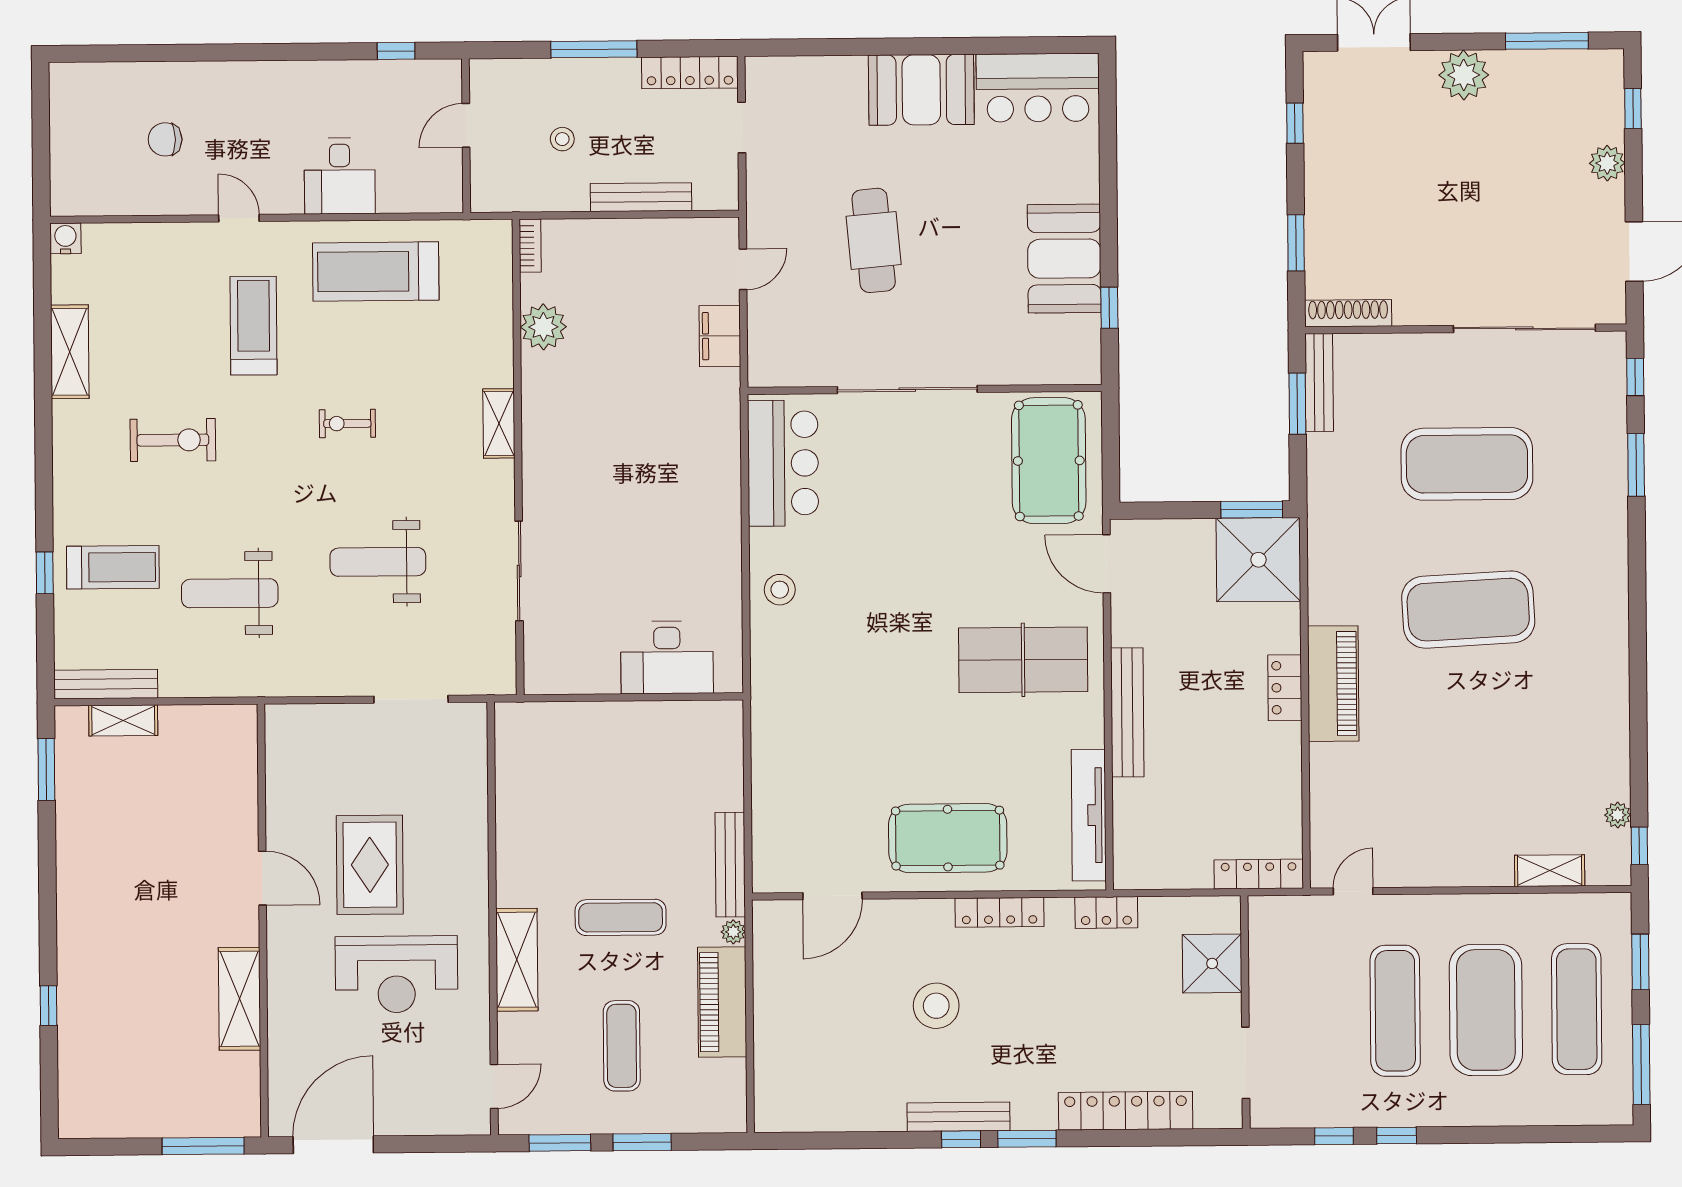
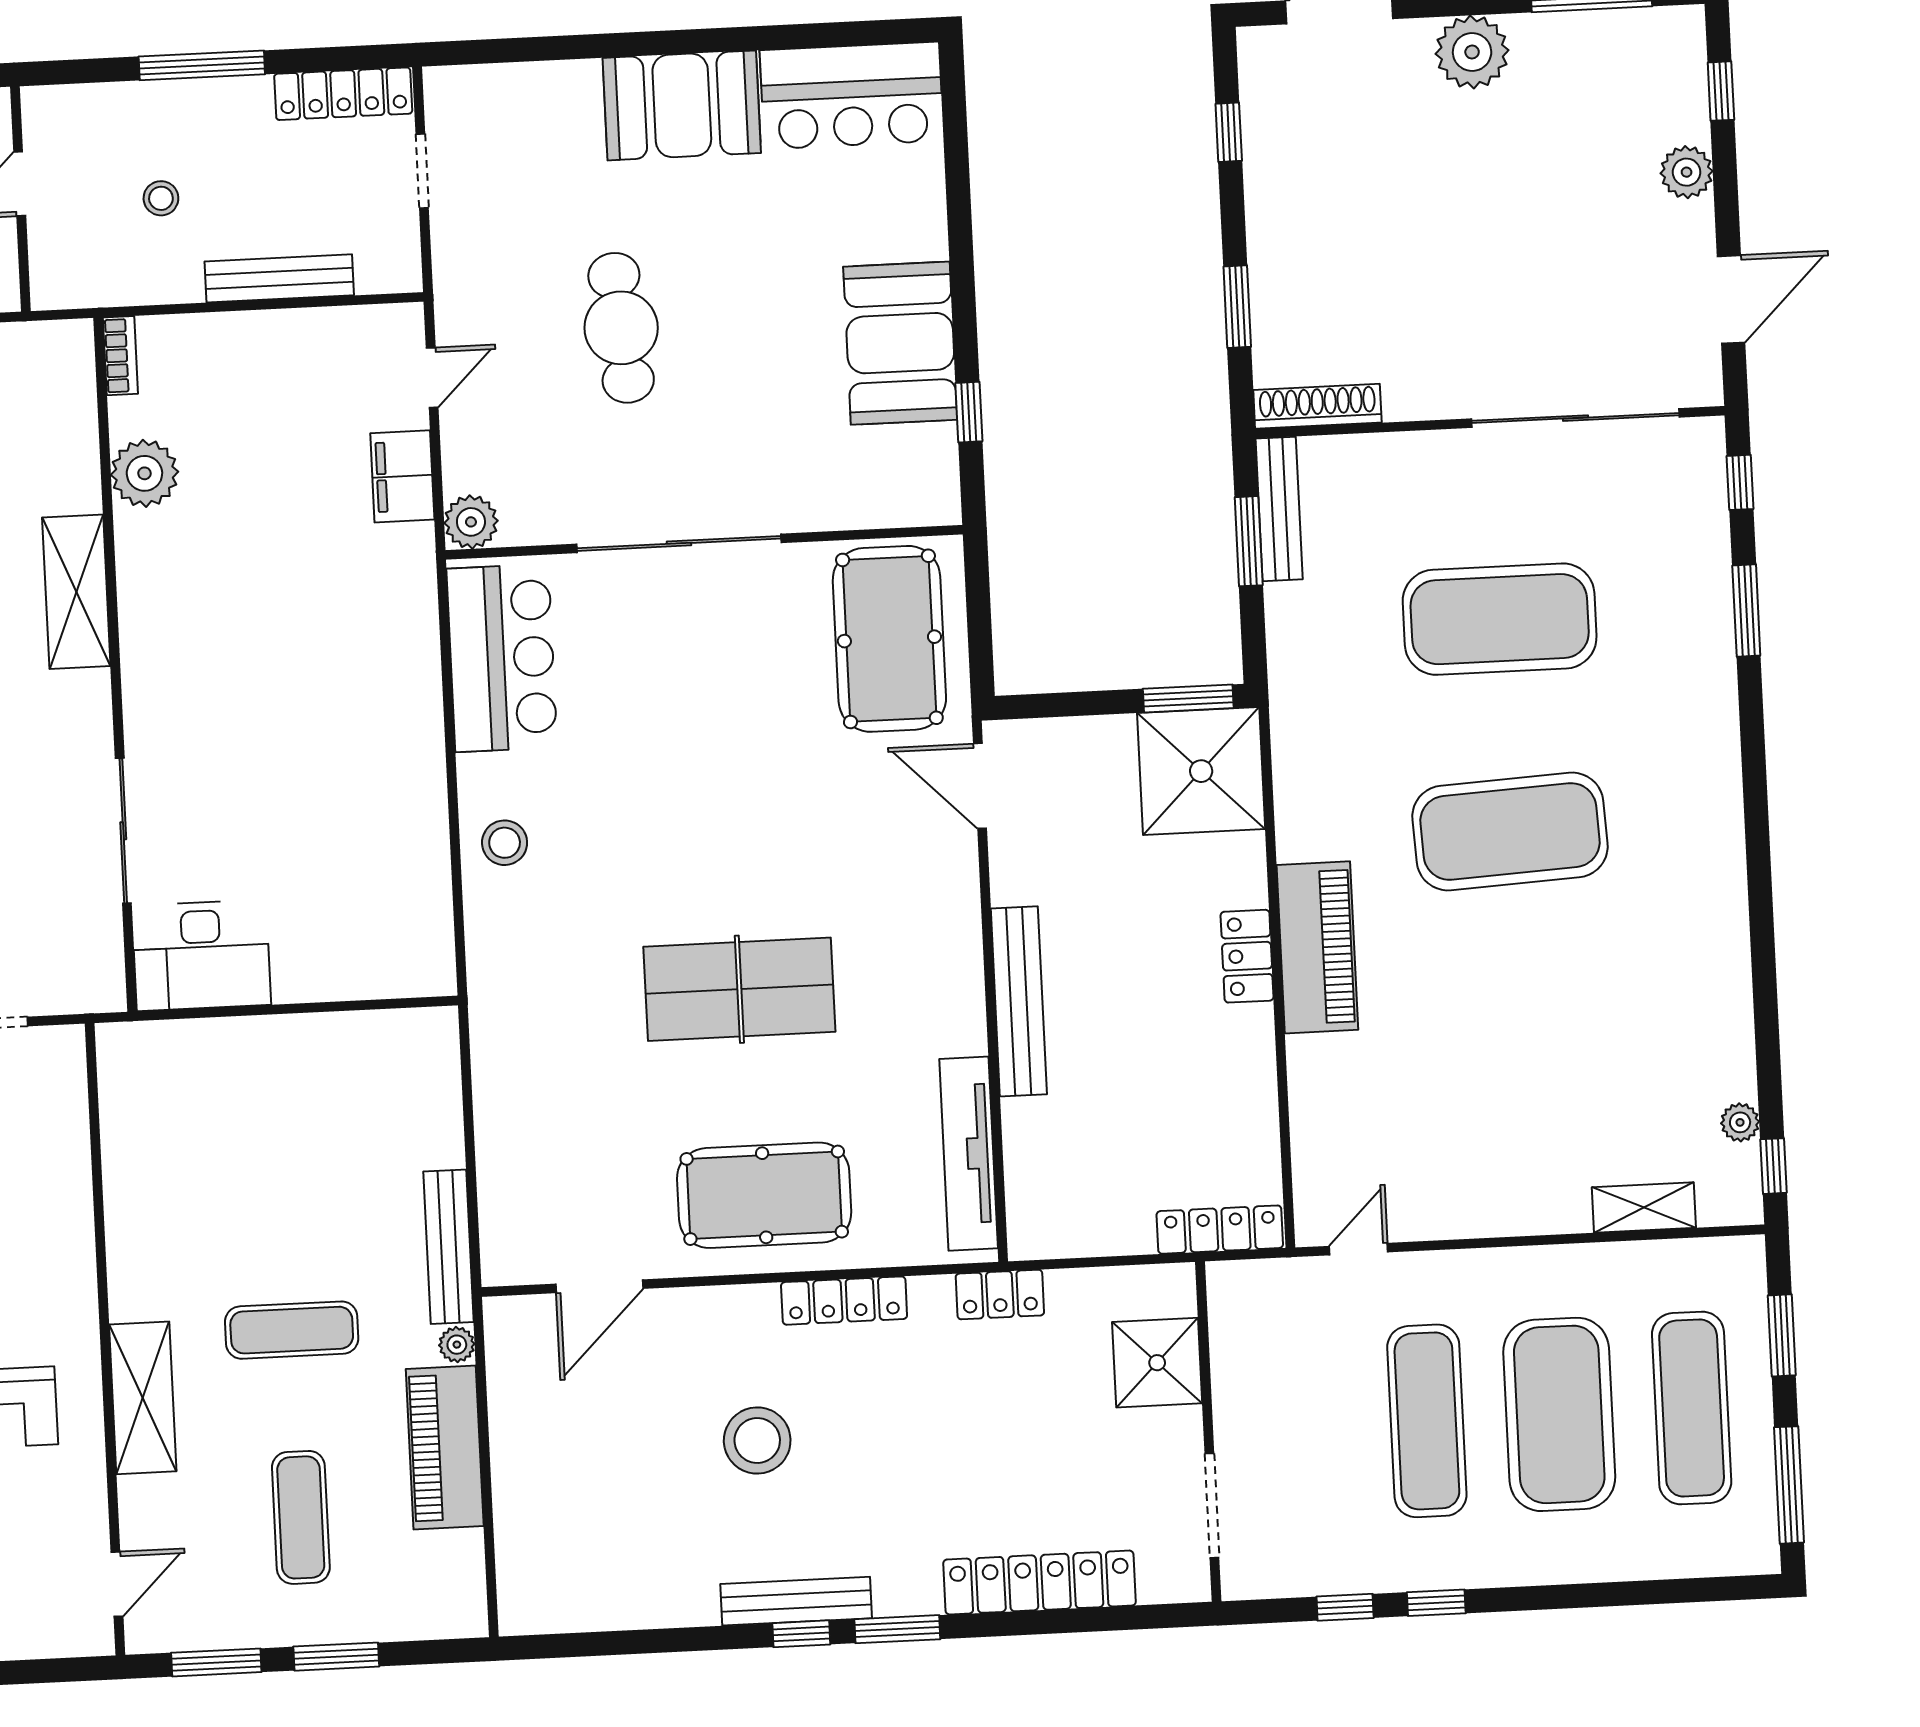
plant: (766, 369) -> (471, 522), added
shelving: (499, 423) -> (76, 592), width x1.50, depth x1.33
desk: (667, 658) -> (201, 955), moved
table tennis table: (1023, 660) -> (739, 989), moved

